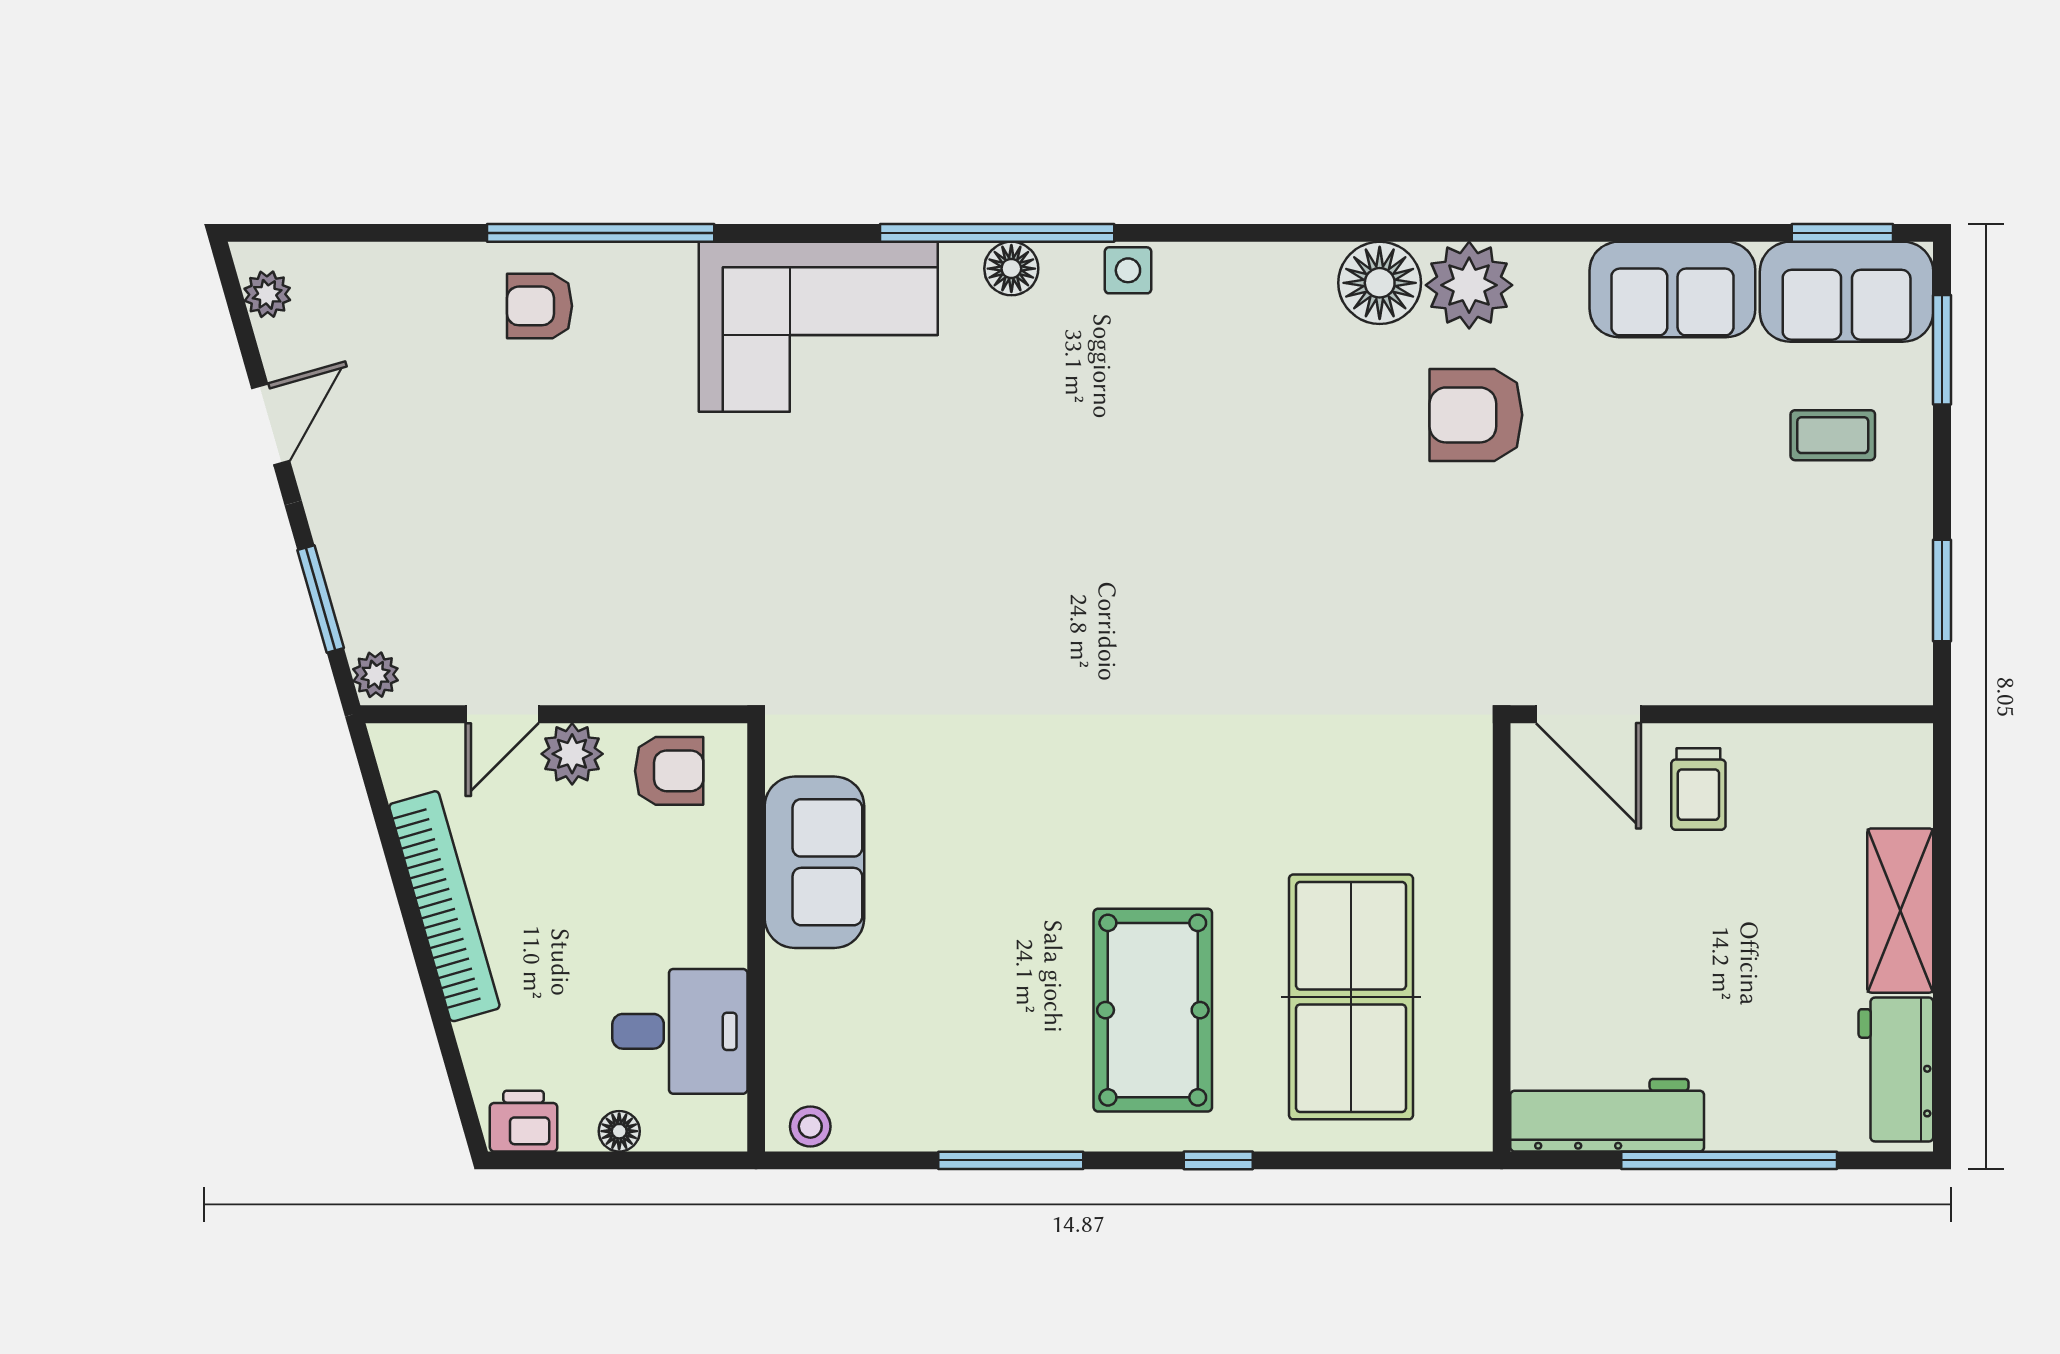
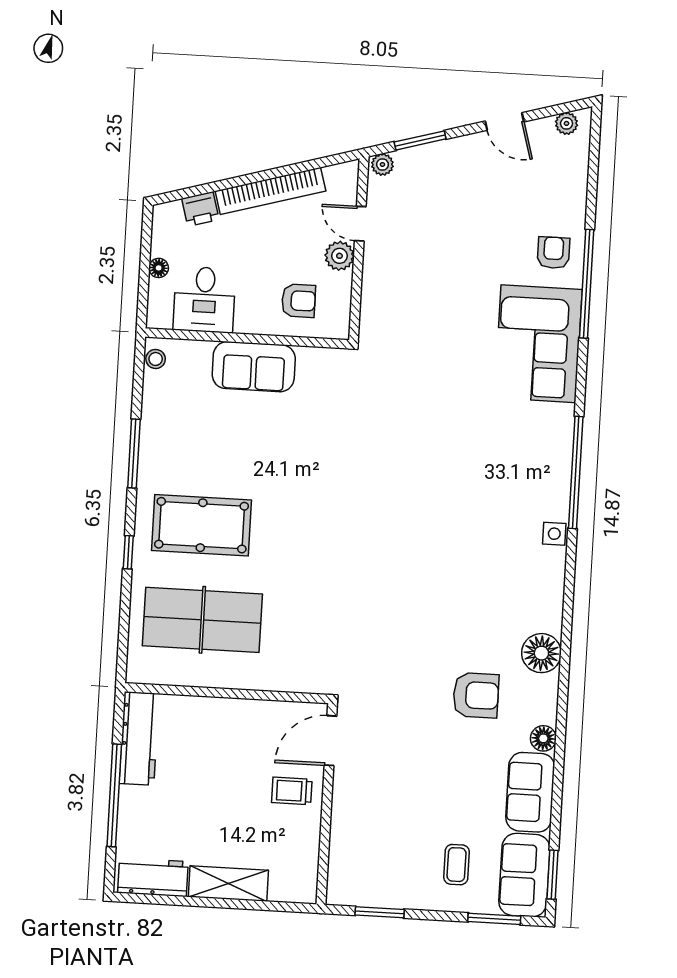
floor lamp: (1011, 269) -> (543, 738), moved
plant: (1469, 285) -> (538, 696), removed
corner sofa: (818, 327) -> (538, 344), moved
armchair: (1476, 415) -> (476, 695), turned 90
armchair: (669, 771) -> (299, 301), moved, turned -90
sofa: (814, 862) -> (254, 367), moved
printer: (524, 1121) -> (200, 209), moved, turned 74

